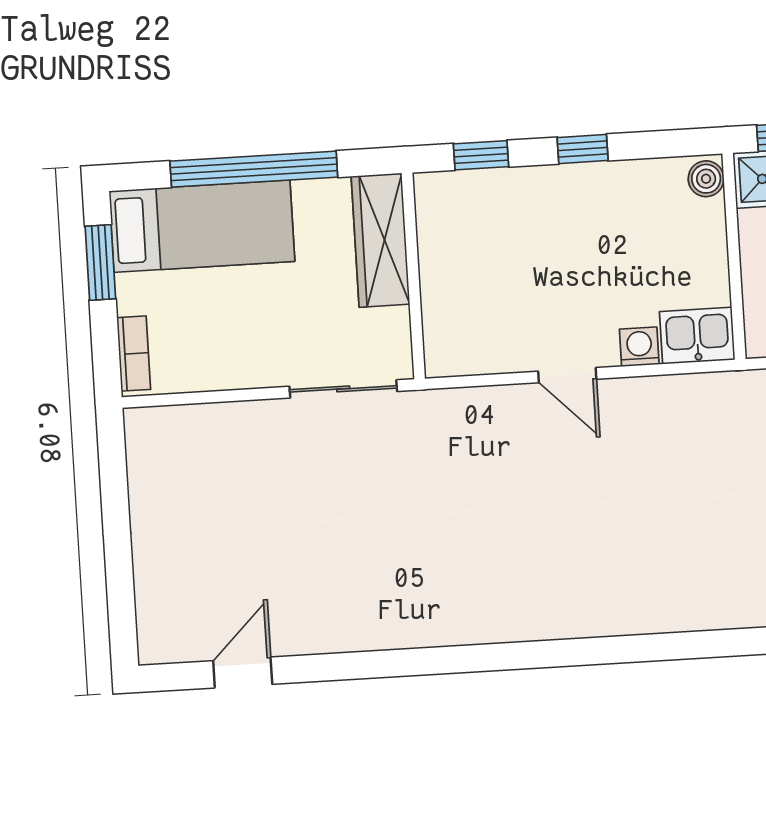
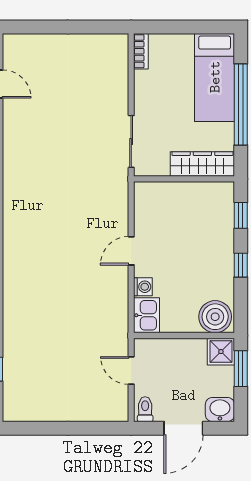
boiler: (706, 179) -> (215, 317), width x1.86, depth x1.86
window: (100, 262) -> (200, 27), removed
bookcase: (134, 354) -> (141, 51), moved, turned -90

